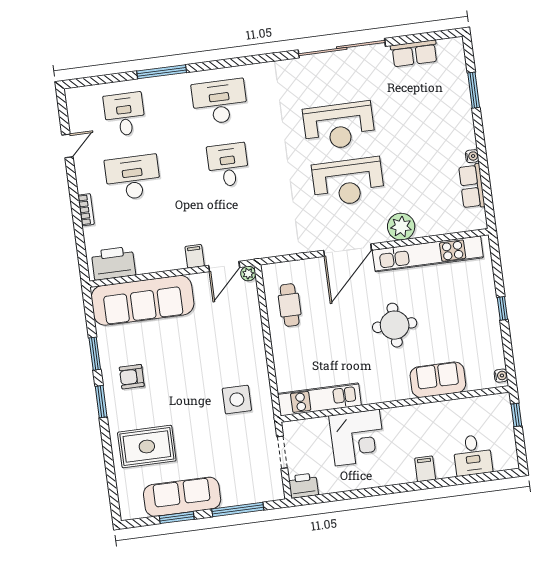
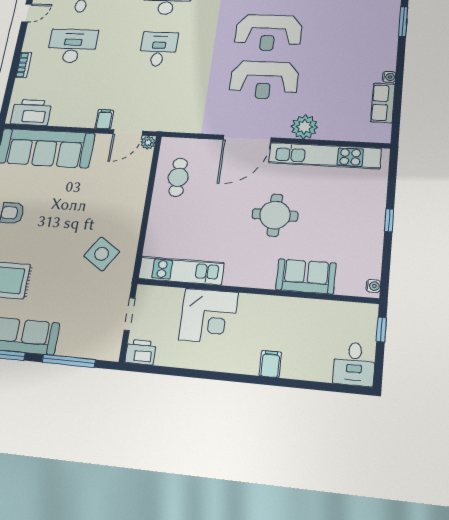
side table: (237, 400) -> (102, 254), turned 33
desk: (473, 455) -> (354, 364), moved

